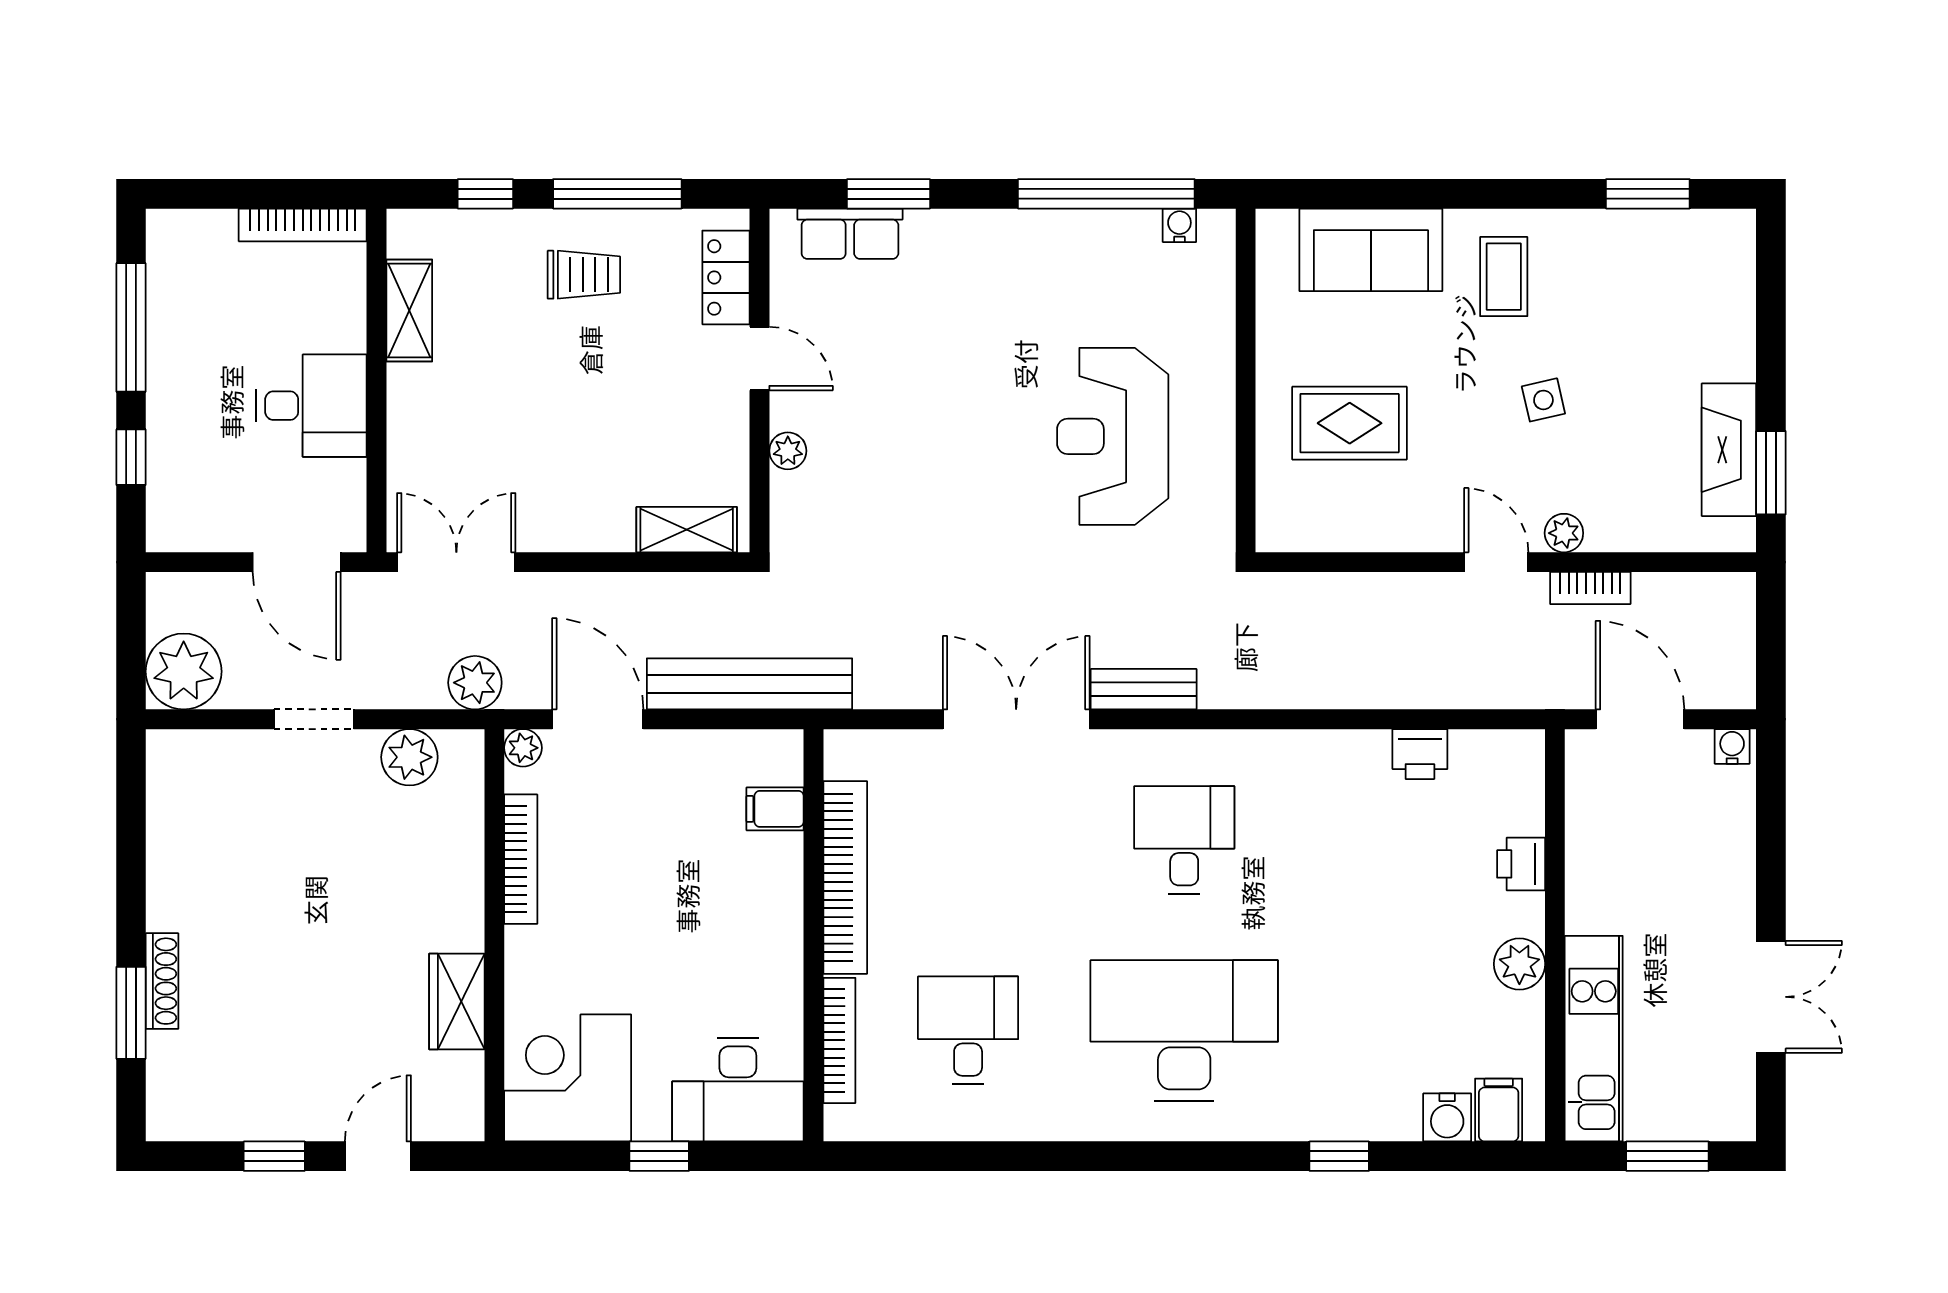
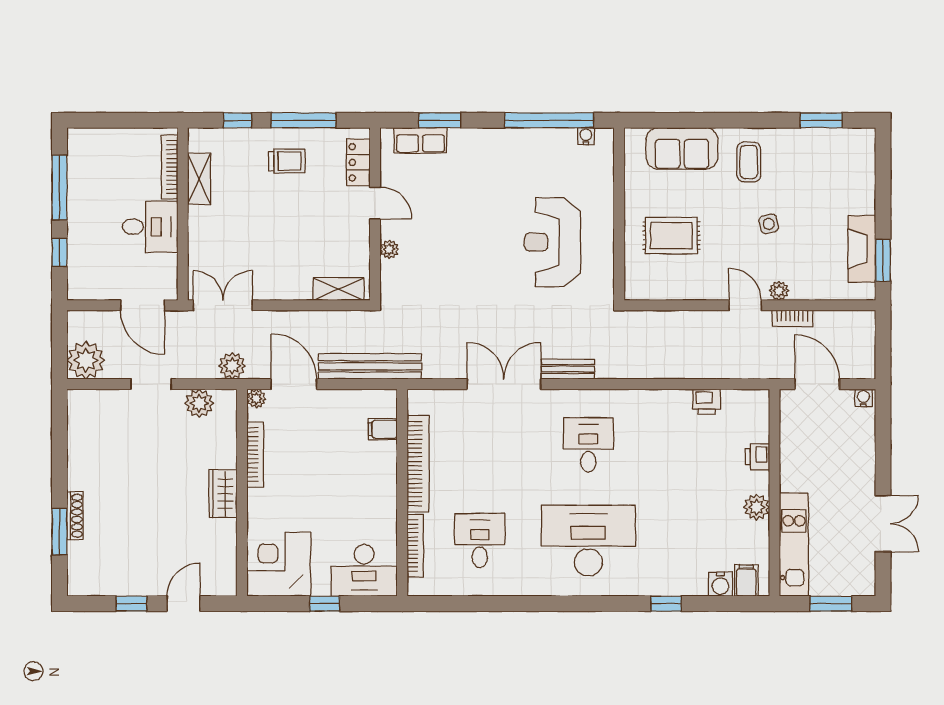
bookcase: (303, 225) -> (170, 167), moved, turned 90
wardrobe: (457, 1002) -> (223, 494), moved

